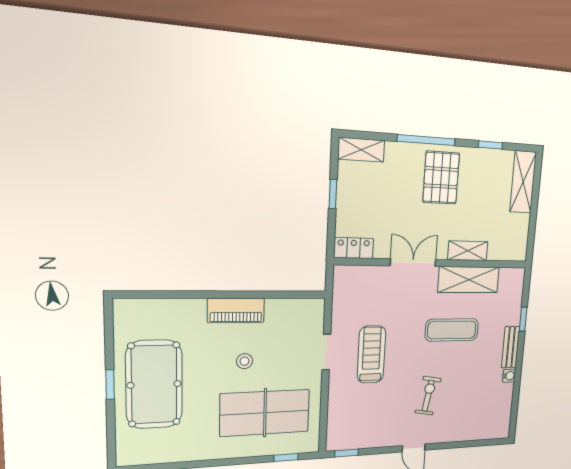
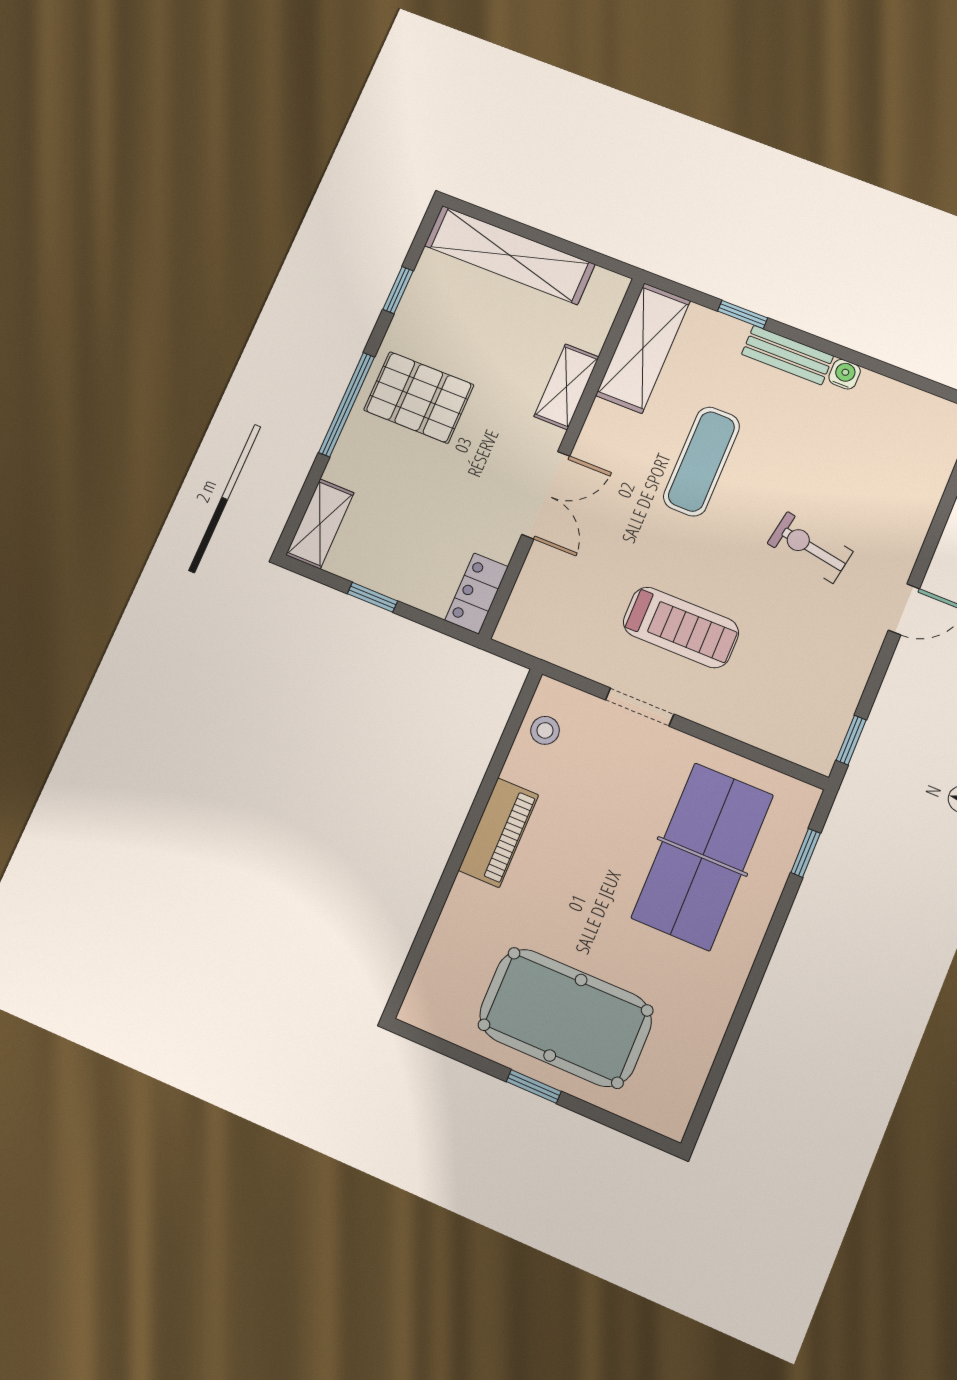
shelving: (523, 182) -> (509, 255), width x1.47
double door: (413, 263) -> (546, 495), swing flipped
shelving: (469, 280) -> (643, 348), moved
treadmill: (371, 354) -> (681, 627), turned 180
stool: (245, 361) -> (545, 730), moved

